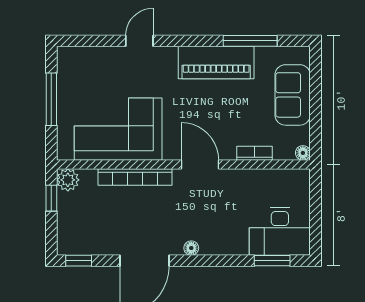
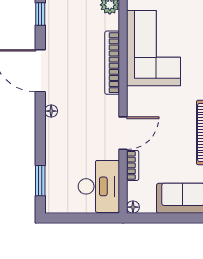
door: (200, 164) -> (123, 133), moved
desk: (280, 231) -> (99, 186), moved, turned 180

